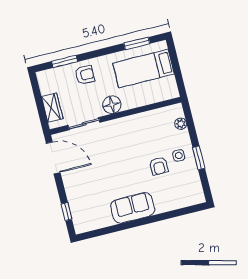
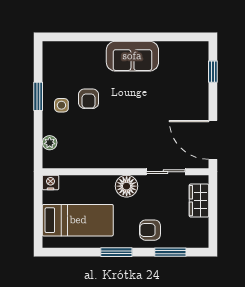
window: (137, 43) -> (116, 252), moved
nightstand: (172, 93) -> (50, 182), added
armchair: (159, 166) -> (89, 99), turned 180

